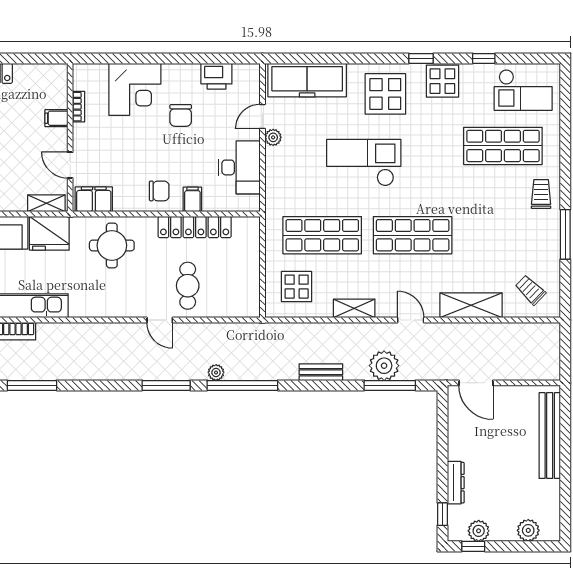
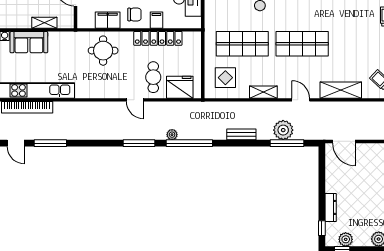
filing cabinet: (94, 199) -> (108, 20), moved
shelving: (46, 203) -> (44, 23), moved
fridge: (49, 233) -> (180, 87), moved, turned 180

